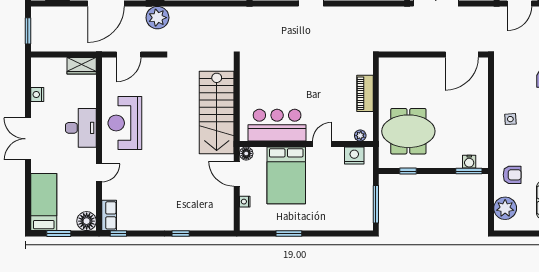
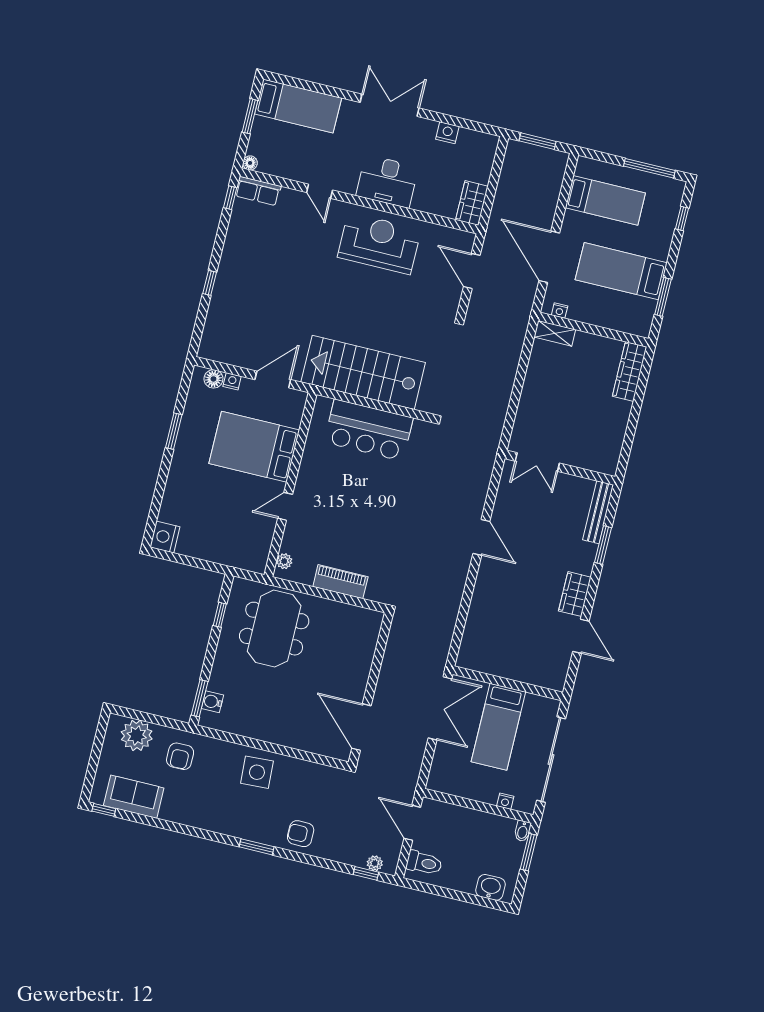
plant: (157, 18) -> (513, 323), removed
side table: (510, 119) -> (257, 772), width x1.87, depth x1.87
bar counter: (277, 125) -> (369, 430), moved, turned 90
door: (322, 144) -> (285, 506), swing flipped
floor lamp: (246, 153) -> (213, 379), moved
nightstand: (354, 156) -> (165, 537), moved, turned 180
window: (376, 204) -> (185, 560), removed
floor lamp: (87, 221) -> (250, 163), width x0.53, depth x0.53

